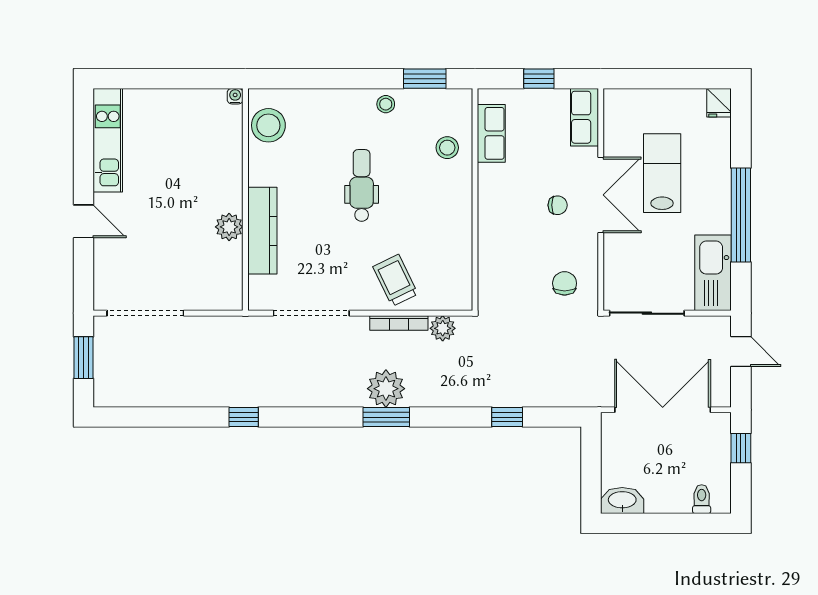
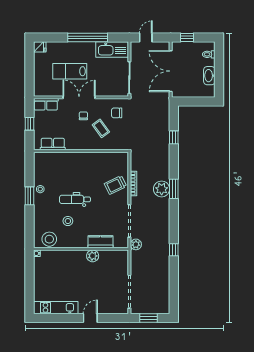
window: (425, 79) -> (29, 196), moved
stool: (447, 148) -> (68, 221), moved
kitchen counter: (262, 231) -> (100, 242), width x0.67
coffee table: (528, 246) -> (101, 128), added
plant: (443, 328) -> (136, 244), moved
washbasin: (622, 501) -> (209, 76), moved

